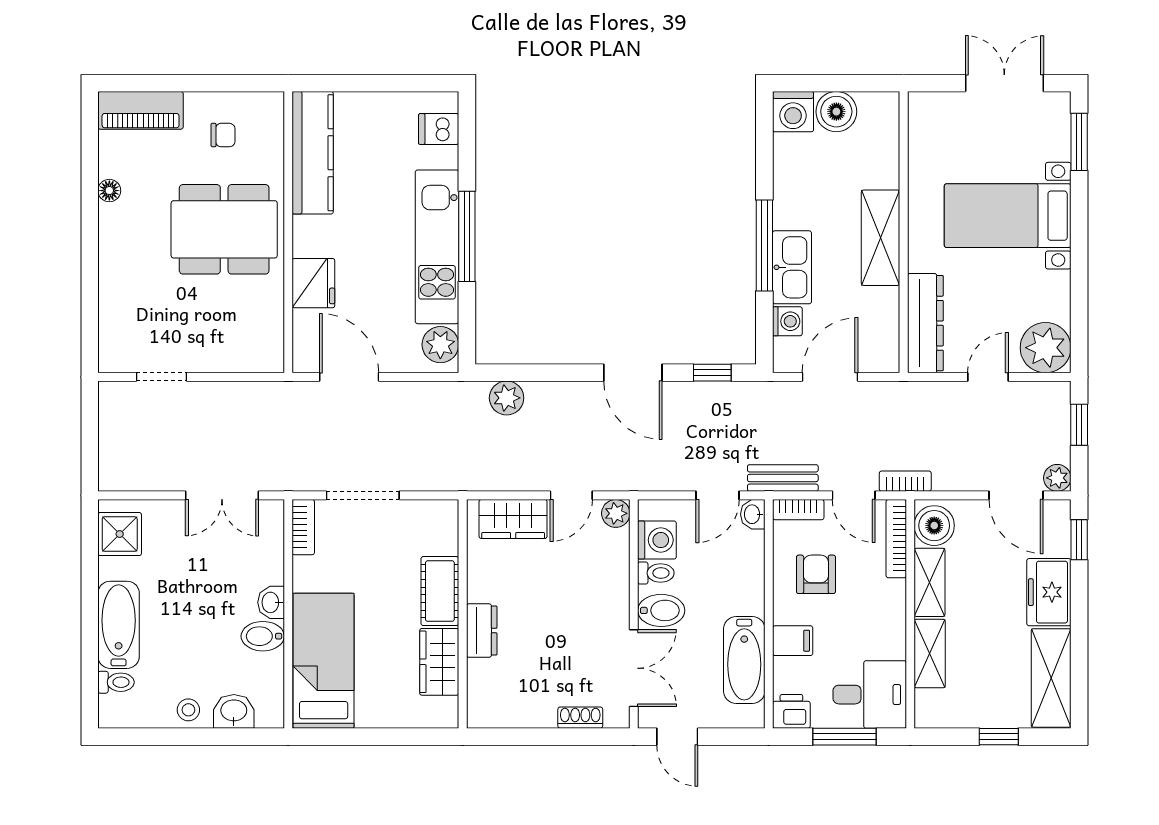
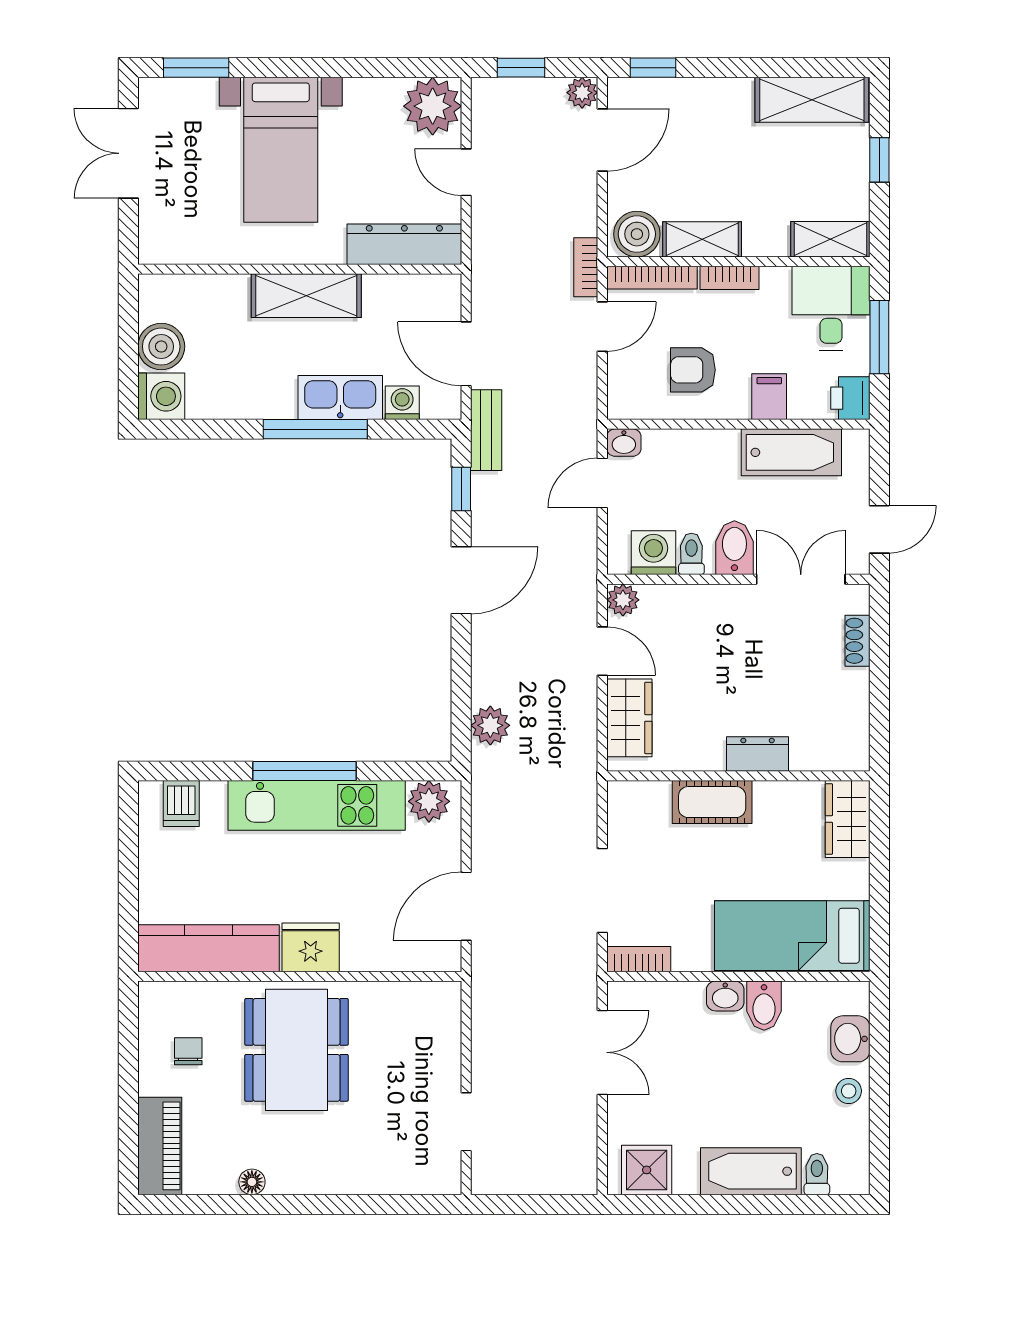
fridge: (313, 283) -> (311, 947), moved
bench: (783, 478) -> (486, 430), moved
door: (718, 495) -> (602, 483), swing flipped
bookcase: (798, 510) -> (729, 278), moved, turned 90
freezer: (1049, 592) -> (713, 102), removed
shelving: (930, 654) -> (830, 239), moved
wardrobe: (439, 662) -> (848, 819), moved, turned 90

